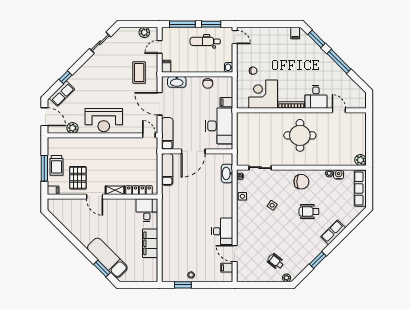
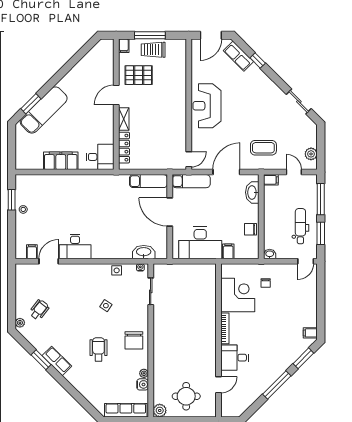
plant: (72, 128) -> (198, 69), removed
round table: (300, 135) -> (186, 396), moved, width x0.73, depth x0.73
row of seats: (333, 232) -> (57, 361), moved

